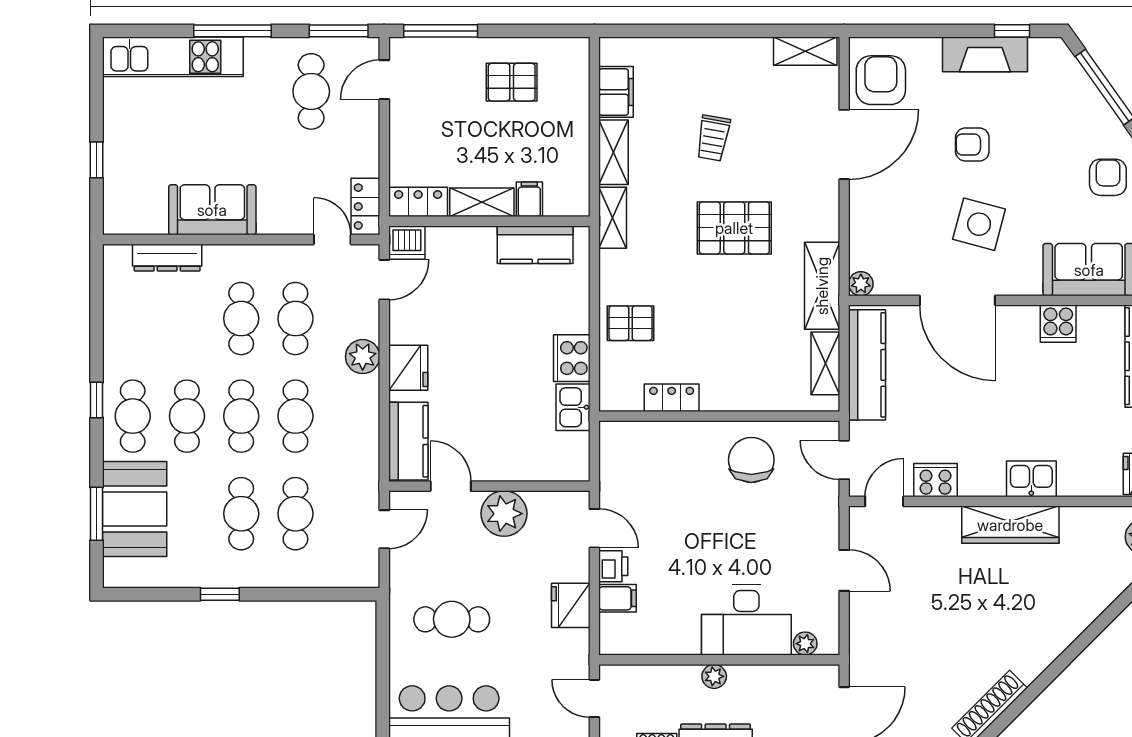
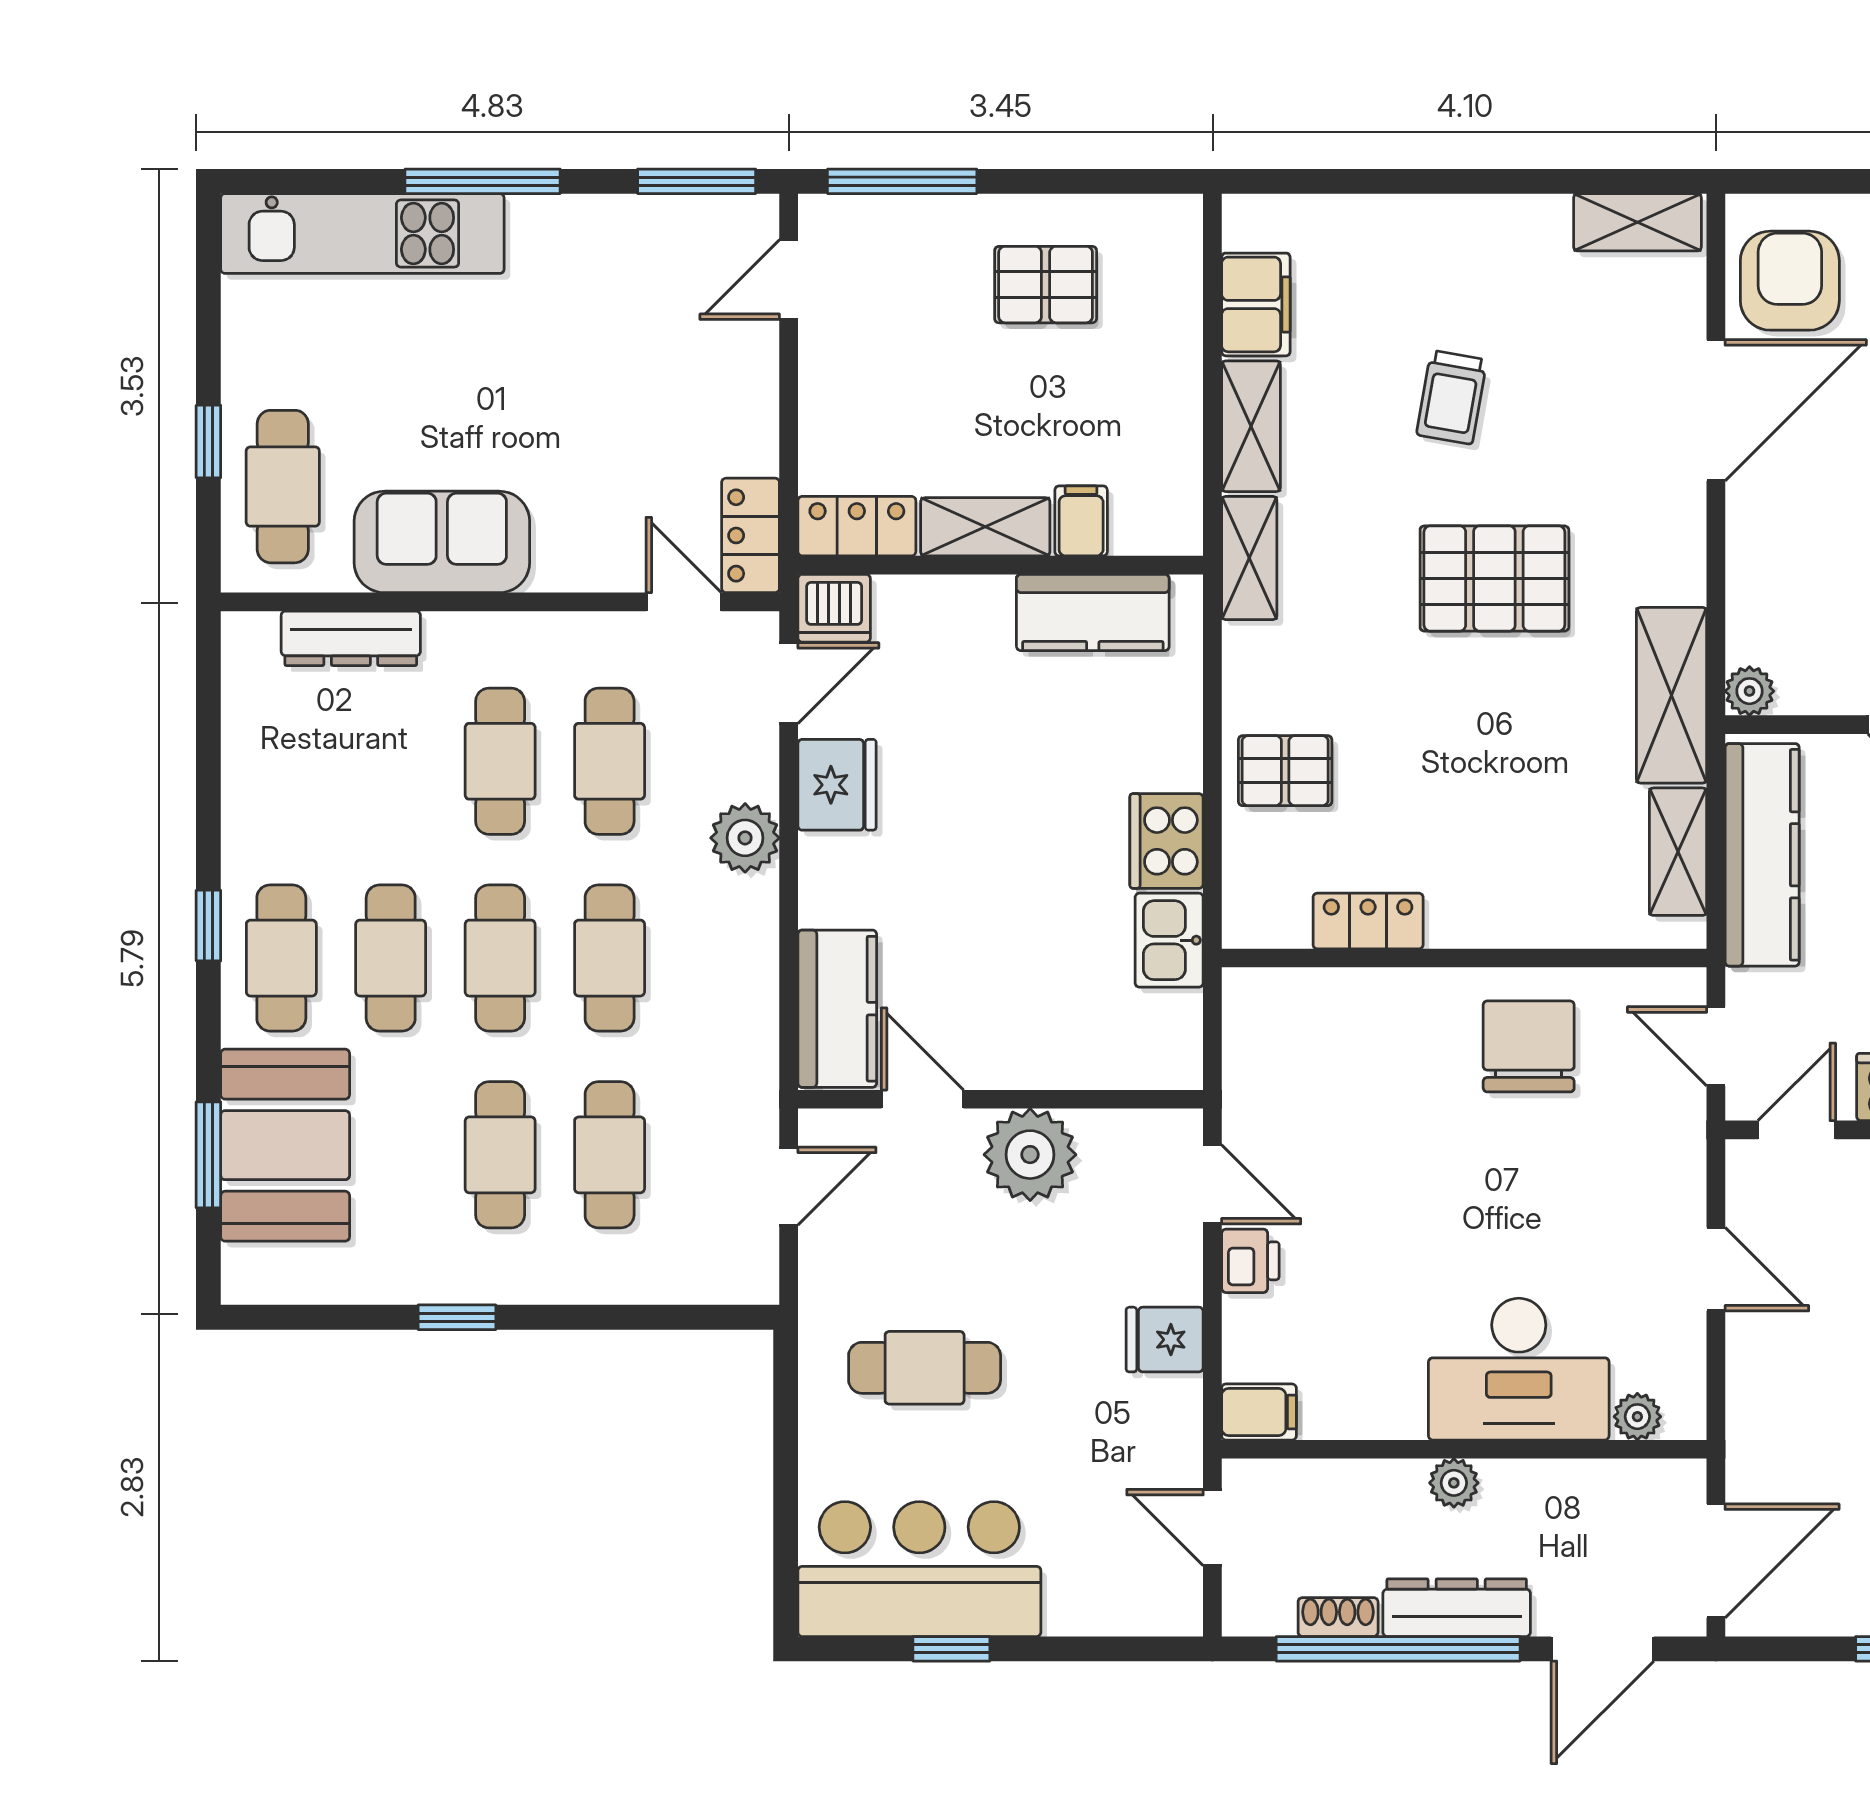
cafe table: (311, 91) -> (283, 487), moved
fridge: (408, 368) -> (837, 785), moved
filing cabinet: (618, 598) -> (1259, 1412), moved
fridge: (571, 605) -> (1165, 1340), width x0.72

